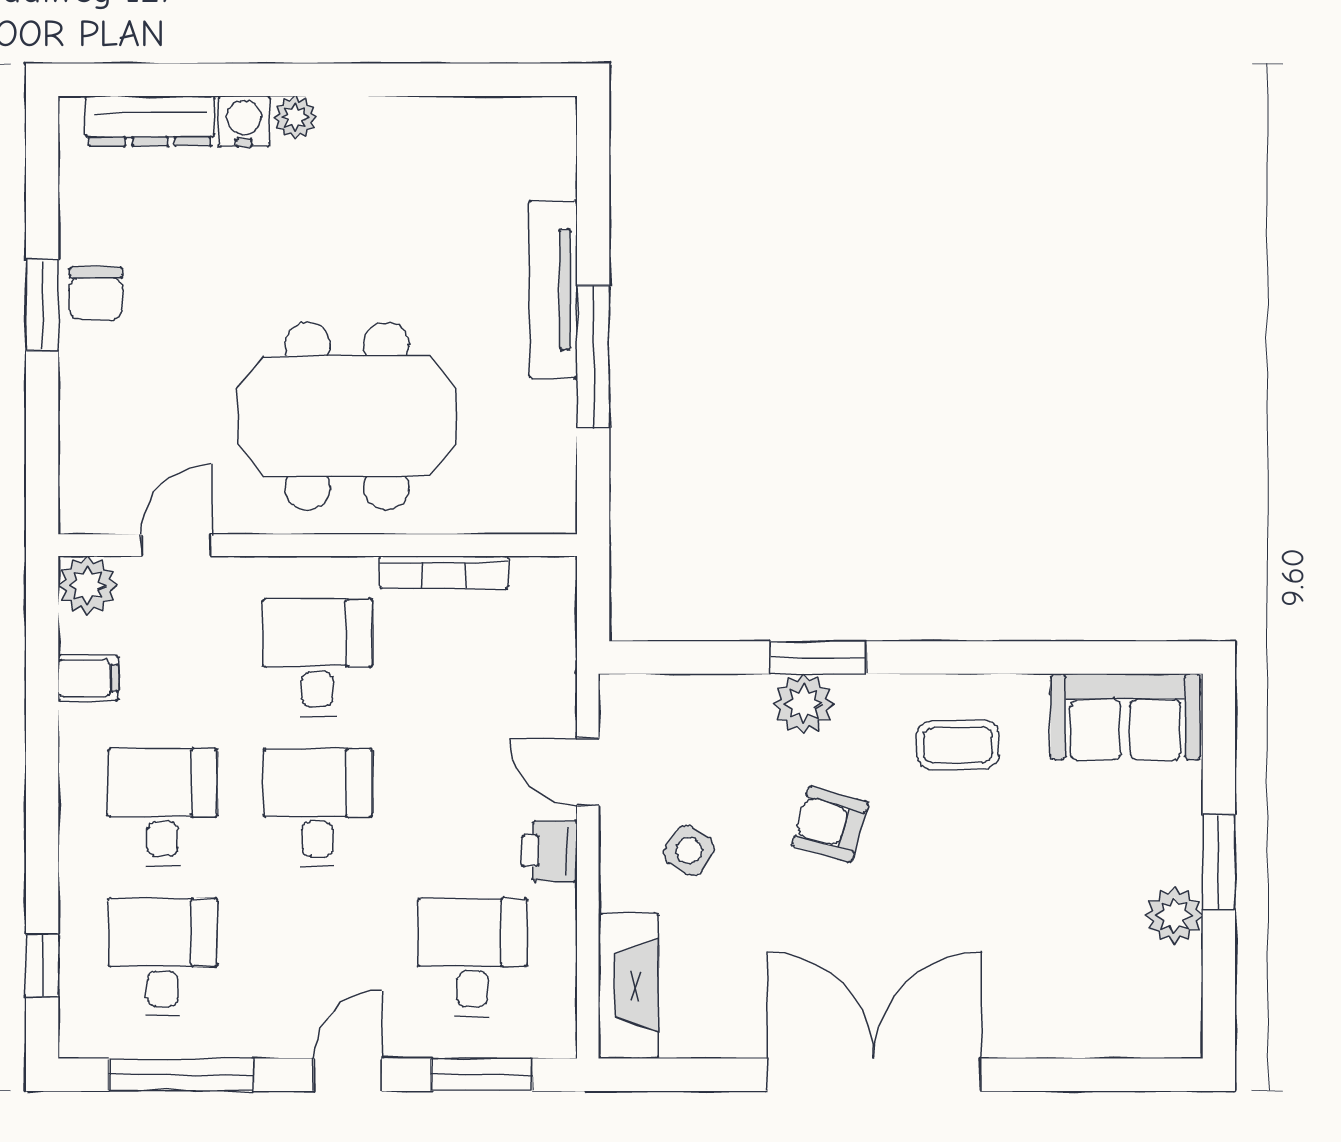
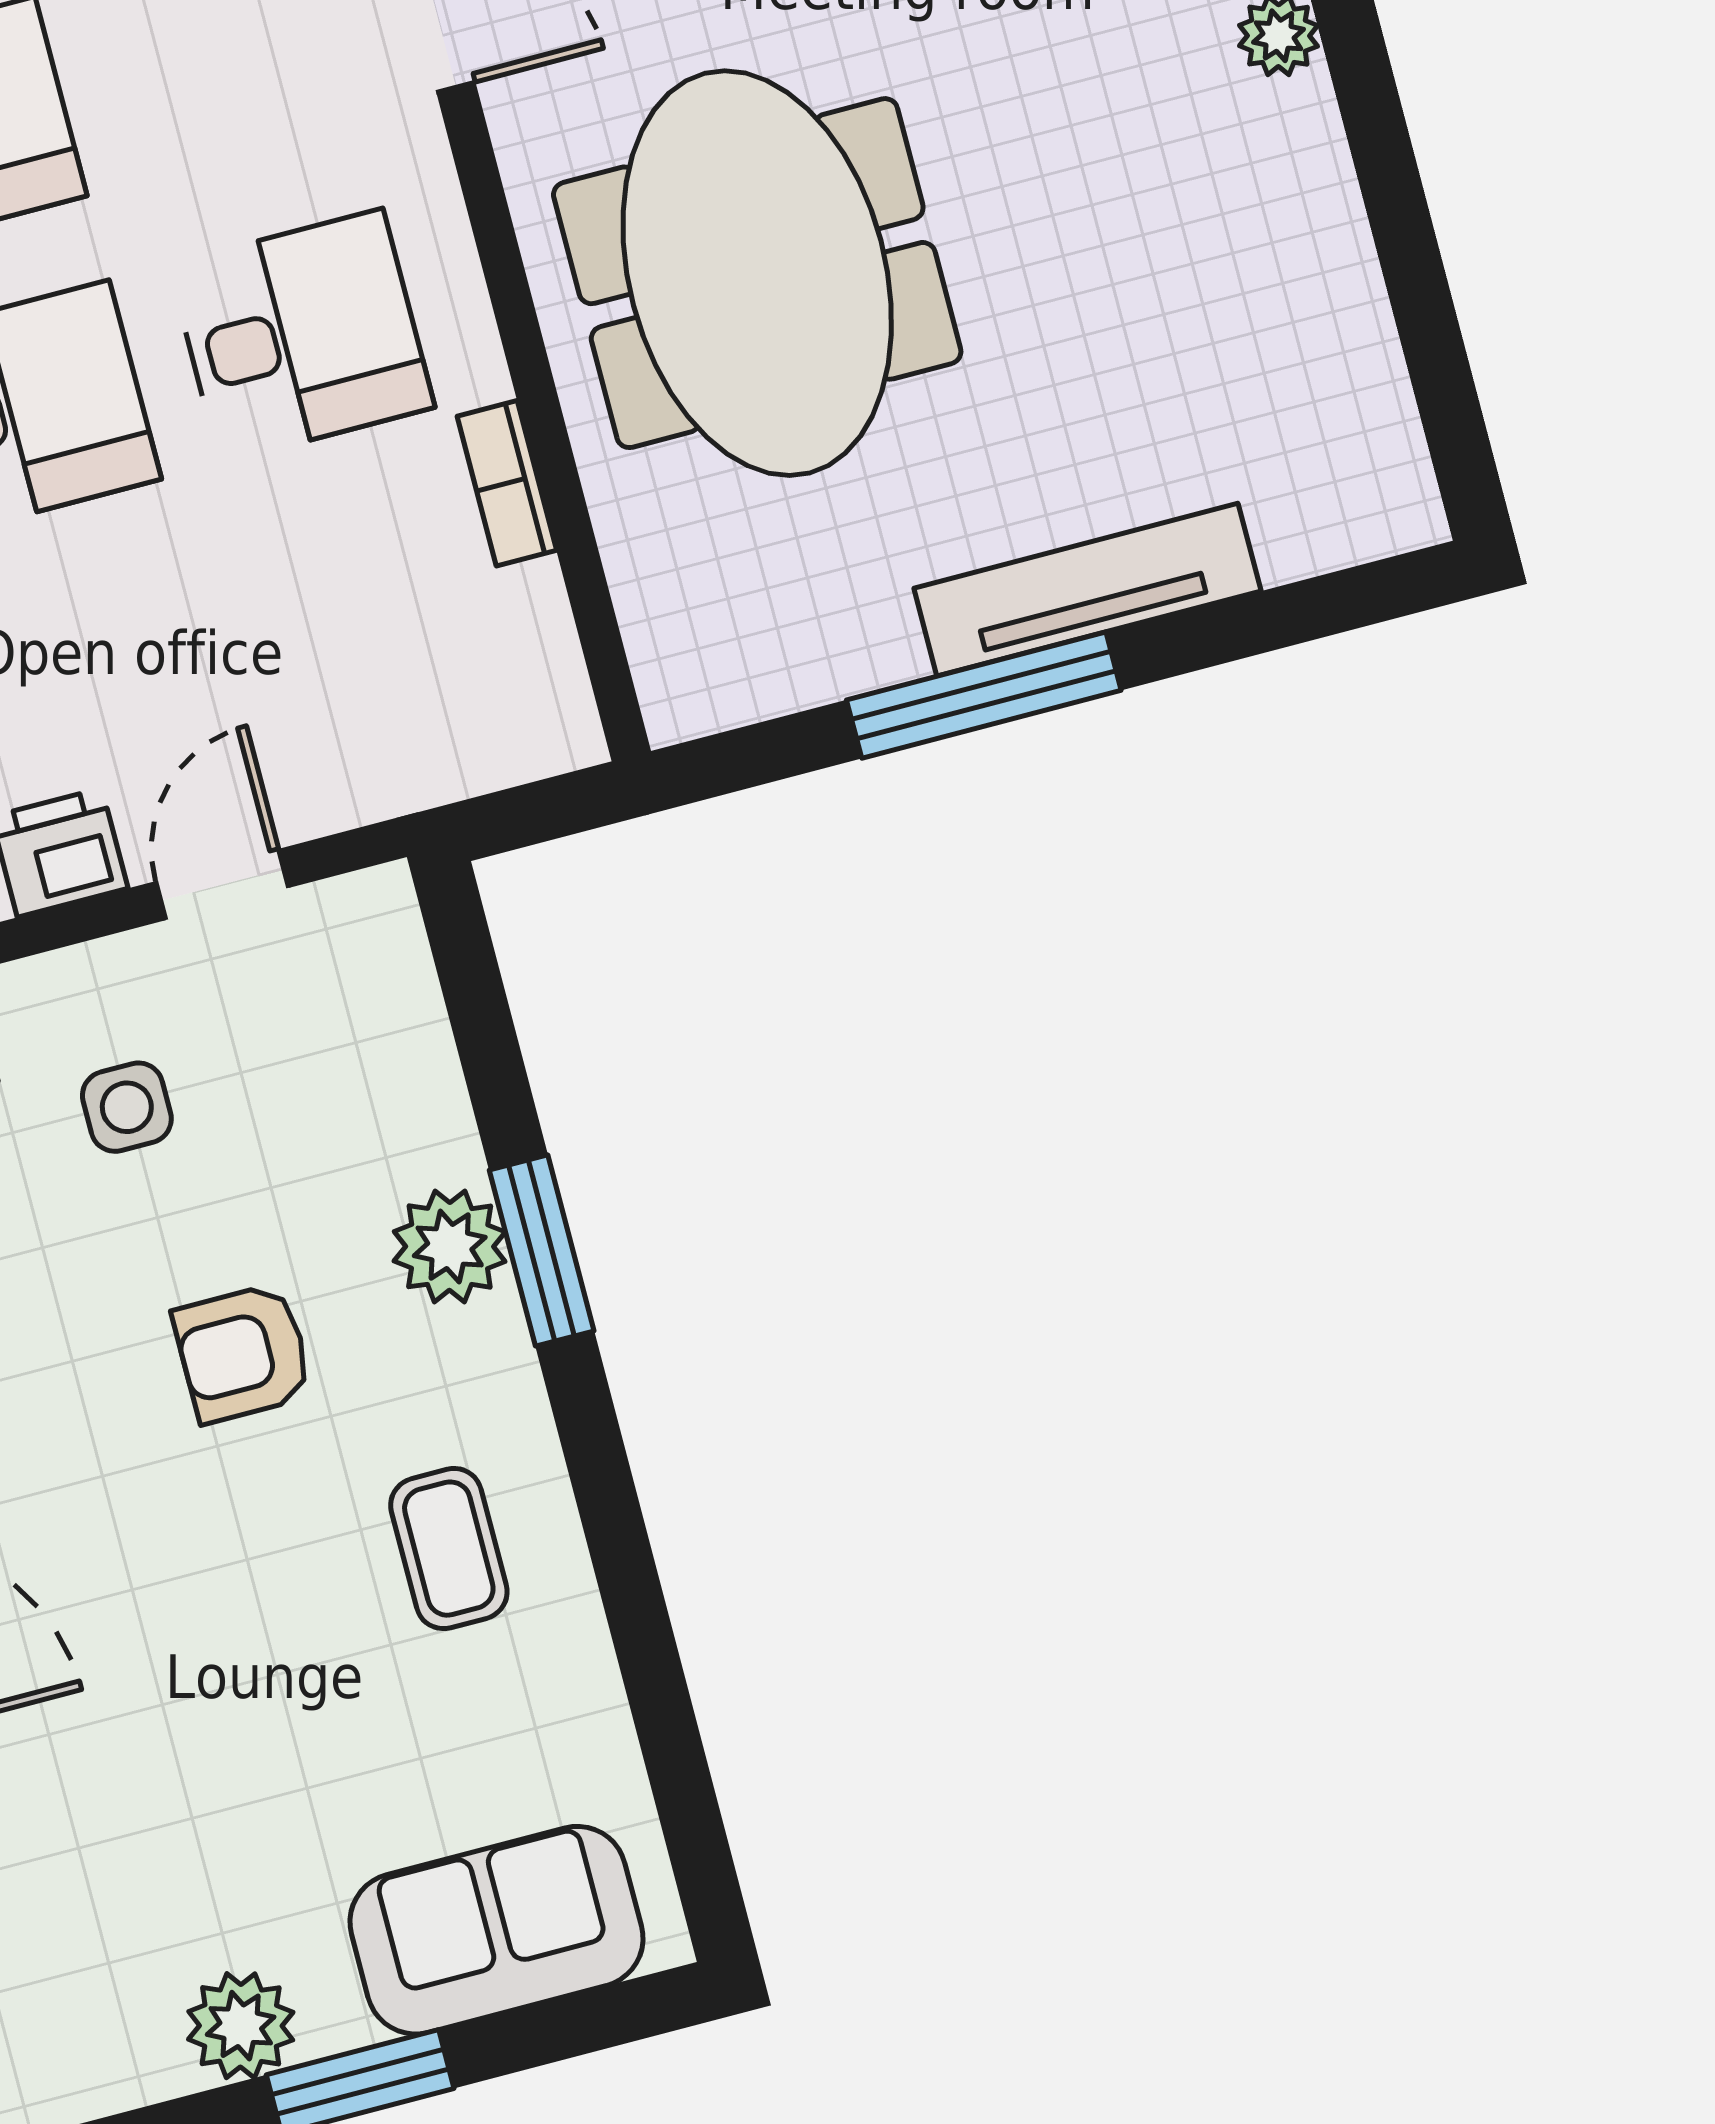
bookcase: (444, 572) -> (507, 483), width x0.64
sofa: (1125, 717) -> (496, 1930), moved, turned 90
armchair: (830, 824) -> (243, 1353), turned -106
side table: (689, 851) -> (127, 1107), turned -34

